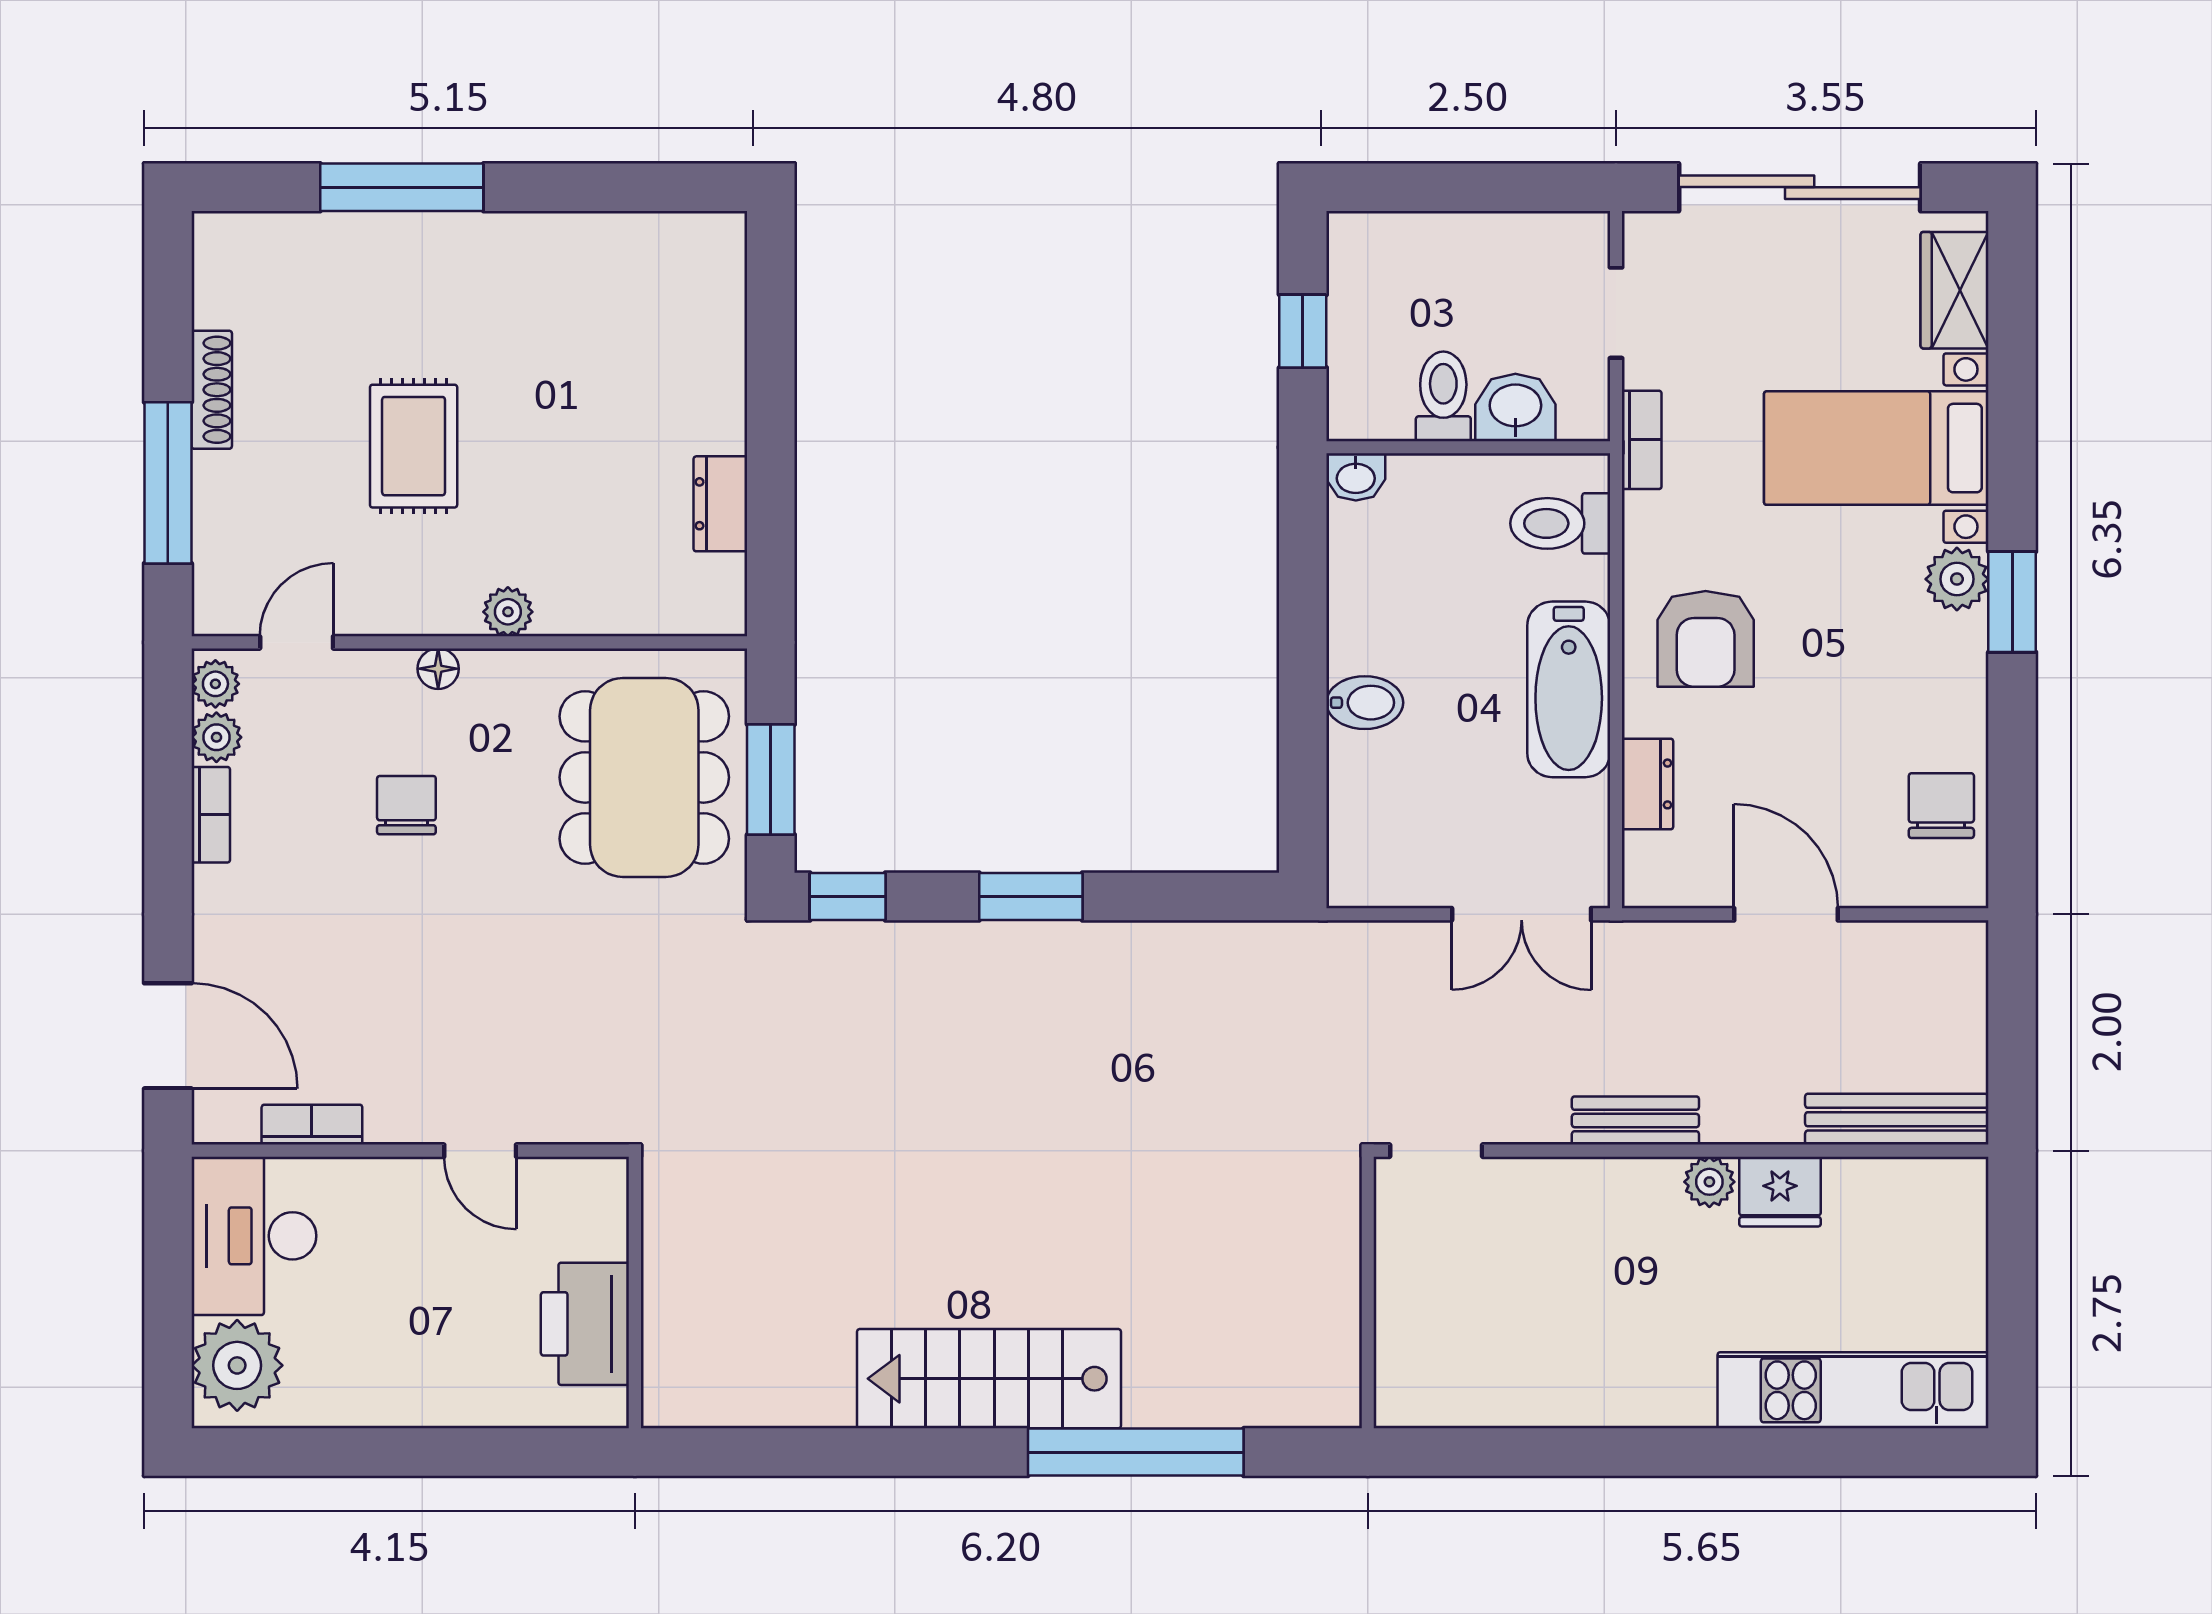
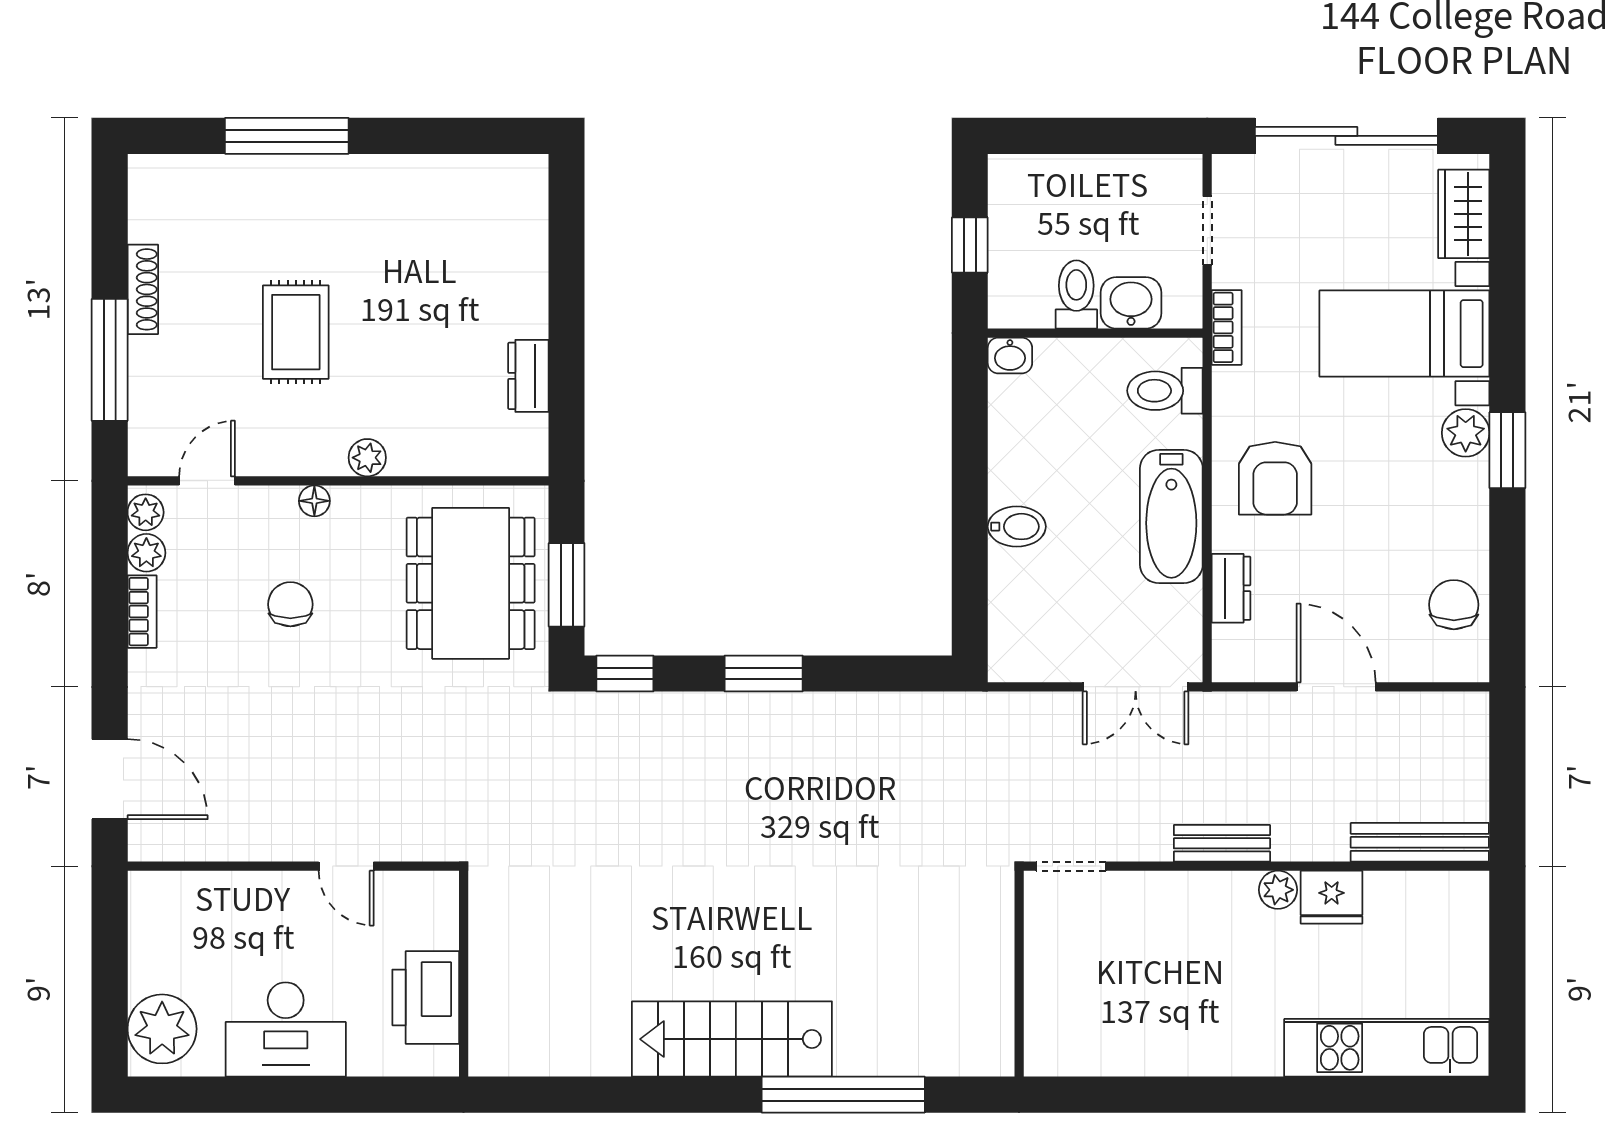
bookcase: (312, 1125) -> (219, 846), removed
desk: (254, 1236) -> (286, 1030), moved, turned -90

